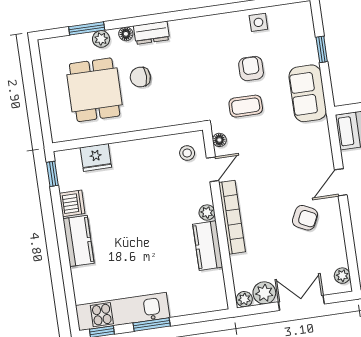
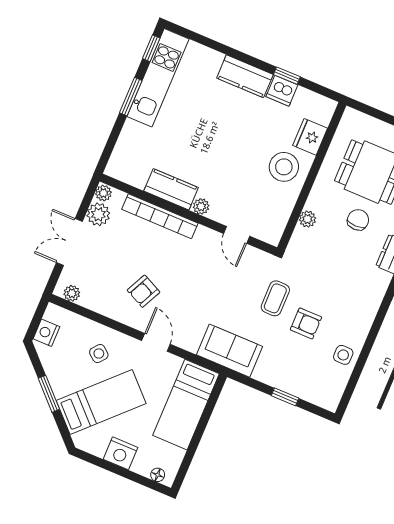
sofa: (308, 93) -> (229, 351), moved
plant: (165, 119) -> (307, 219), added
floor lamp: (219, 140) -> (259, 257), removed
stool: (187, 153) -> (284, 167), moved, width x1.89, depth x1.89
window: (52, 174) -> (287, 76), moved
bookcase: (232, 217) -> (160, 216), moved
double door: (301, 303) -> (69, 242), swing flipped

